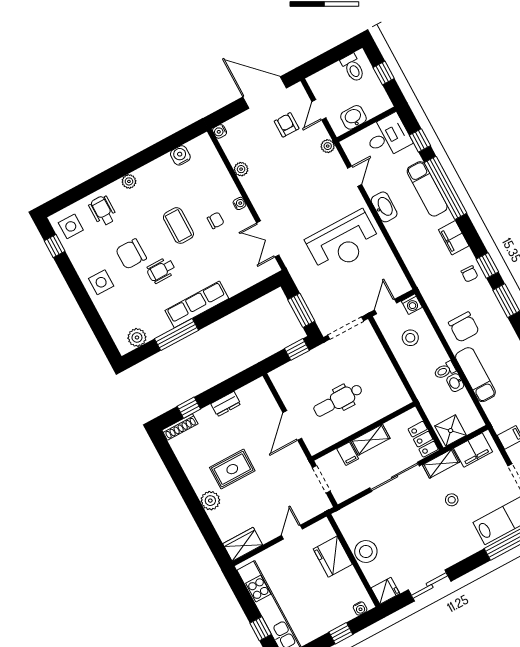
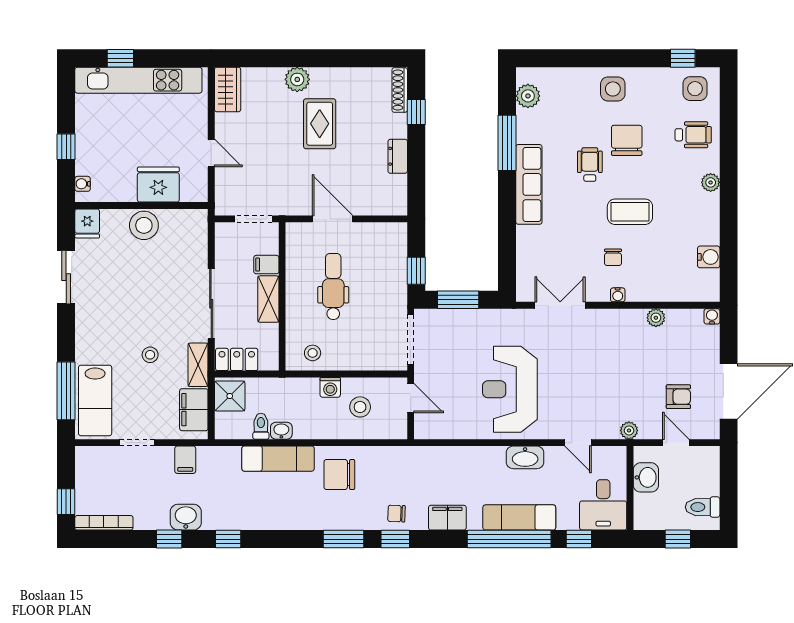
washing machine: (412, 304) -> (330, 387), moved, turned -90
toilet: (445, 370) -> (261, 426), moved
stool: (391, 390) -> (313, 353), added

